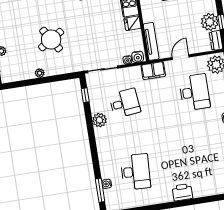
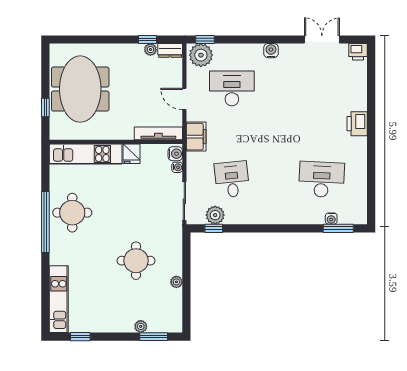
plant: (210, 22) -> (150, 50), width x0.53, depth x0.53
round table: (51, 40) -> (136, 261), turned 32
plant: (99, 120) -> (215, 215), moved

